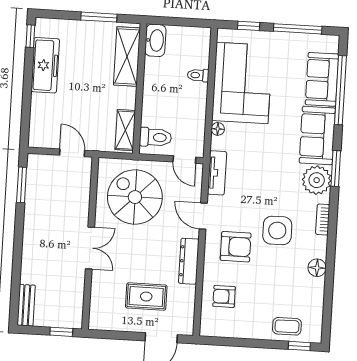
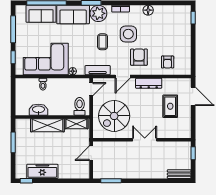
washbasin: (155, 40) -> (38, 110), moved
shelving: (127, 56) -> (47, 125), moved
coffee table: (287, 326) -> (103, 42), moved

